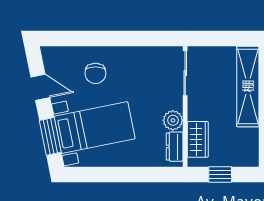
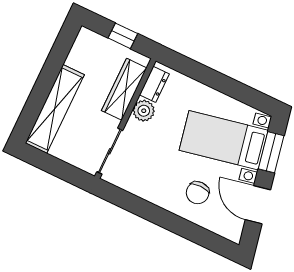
chair: (95, 73) -> (198, 193), turned 180
door: (40, 87) -> (258, 205), width x1.38
wardrobe: (198, 139) -> (124, 89), width x1.50

